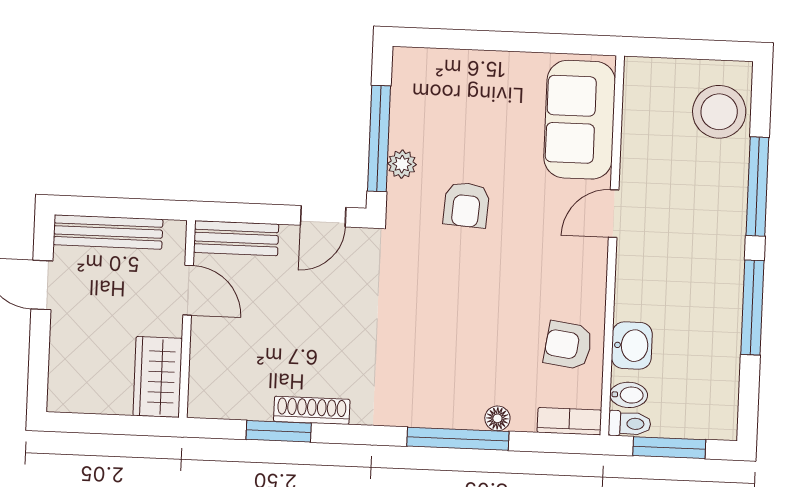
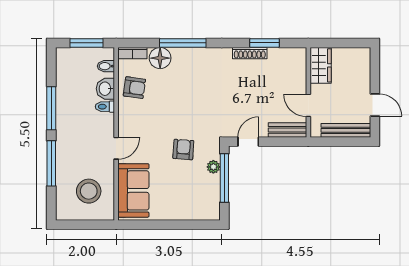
stool: (719, 112) -> (89, 191), moved
floor lamp: (497, 418) -> (160, 58), width x1.89, depth x1.89
toilet: (630, 424) -> (105, 107), moved

